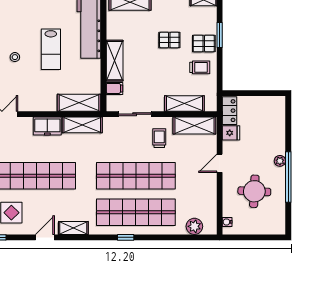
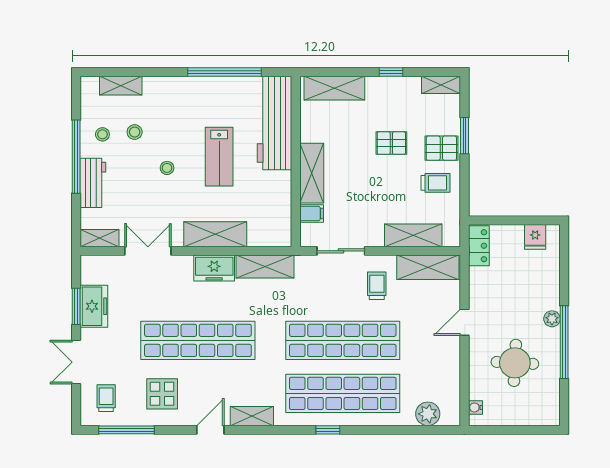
shelving: (79, 103) -> (215, 234), moved
fridge: (231, 133) -> (535, 237), moved, turned 90

